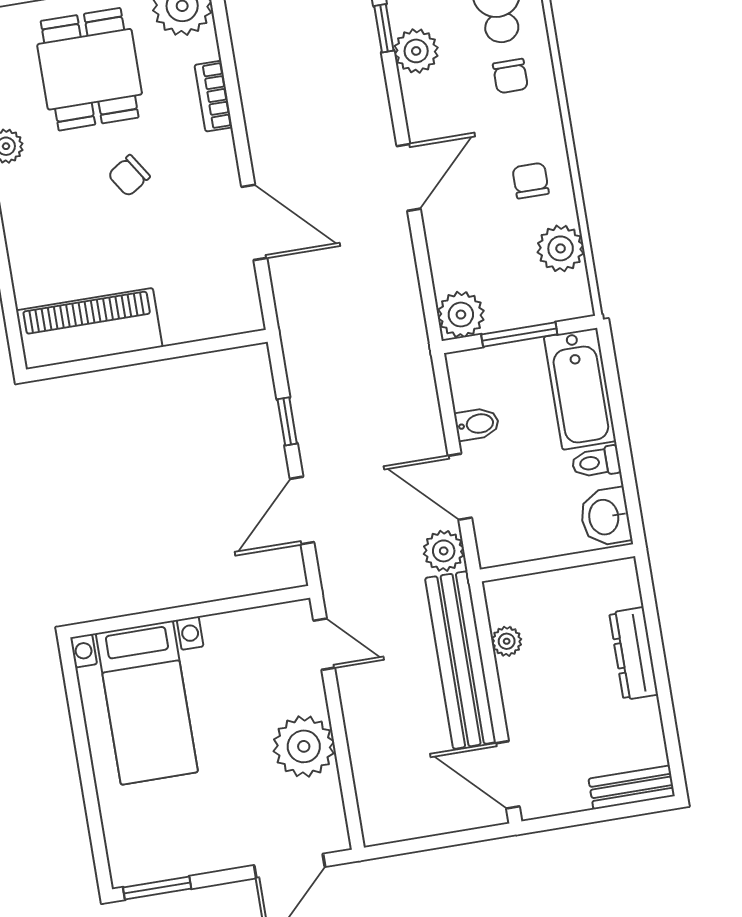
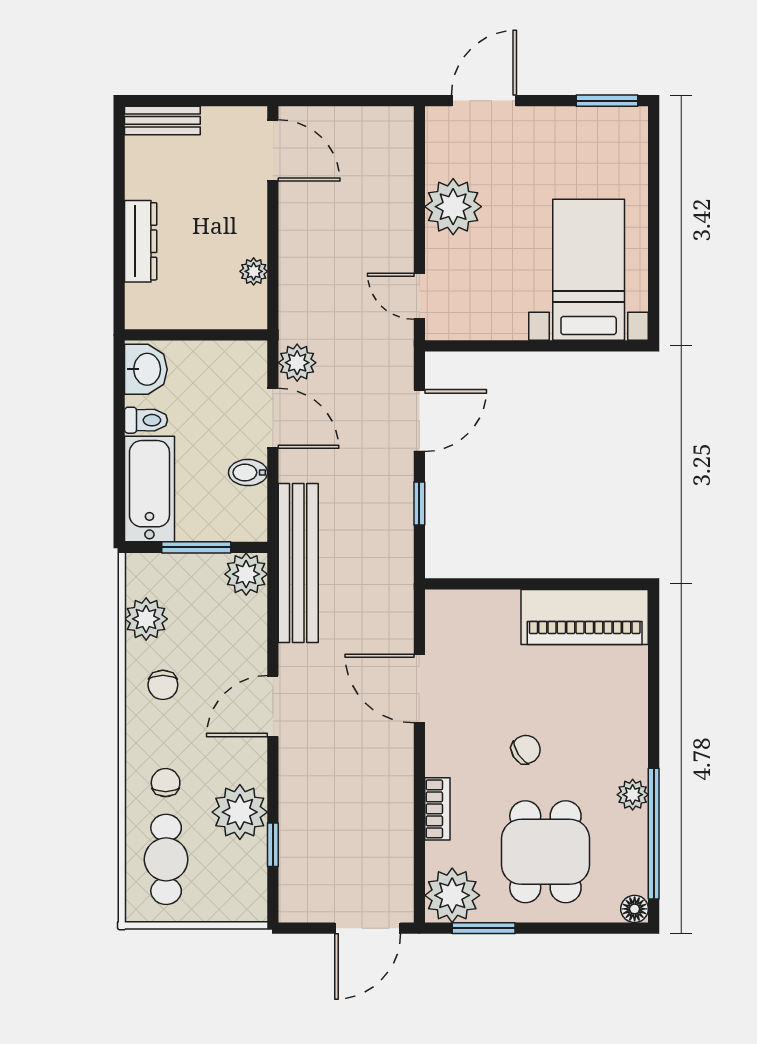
plant: (416, 51) -> (240, 812), width x1.36, depth x1.36
bench: (461, 660) -> (298, 563), moved

